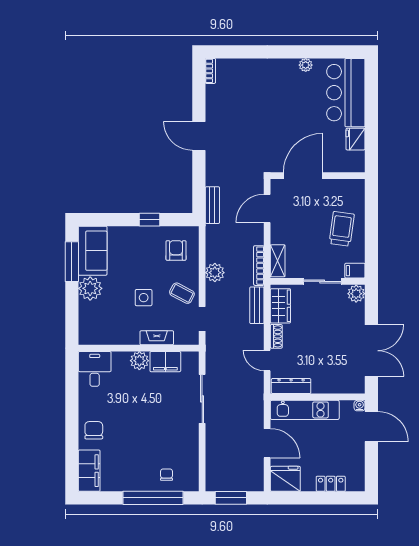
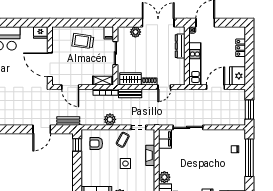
door: (199, 136) -> (42, 129), moved
fridge: (356, 139) -> (40, 32), moved
window: (149, 220) -> (77, 145), moved
plant: (356, 294) -> (135, 32), moved
plant: (139, 361) -> (164, 177), moved
filing cabinet: (165, 362) -> (165, 139), moved
dresser: (291, 386) -> (180, 46), moved

